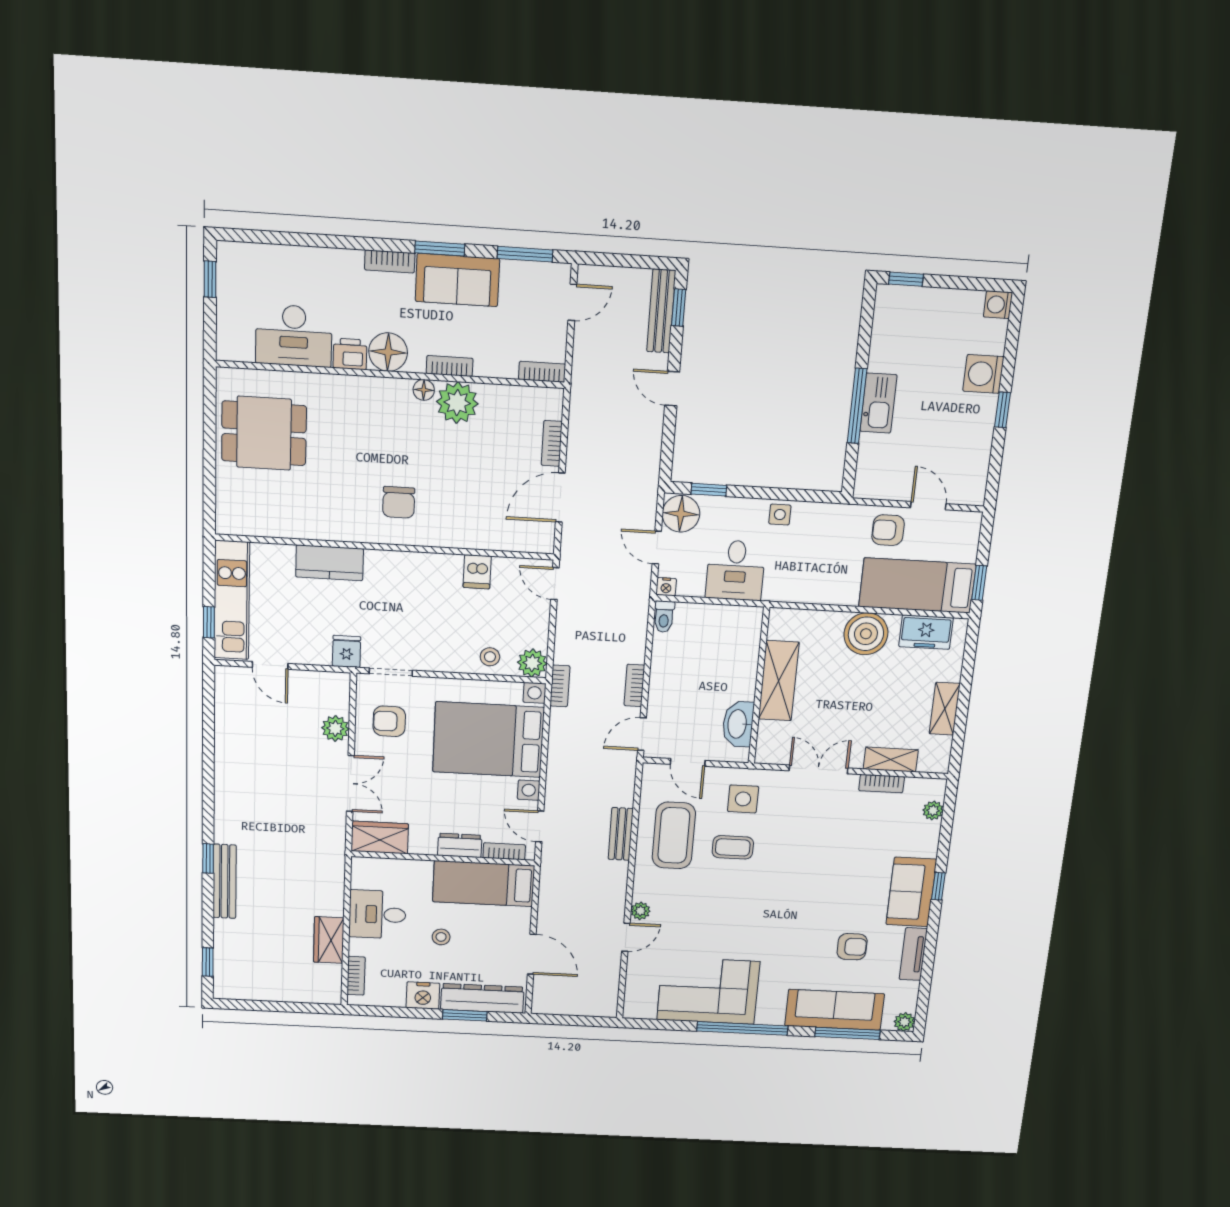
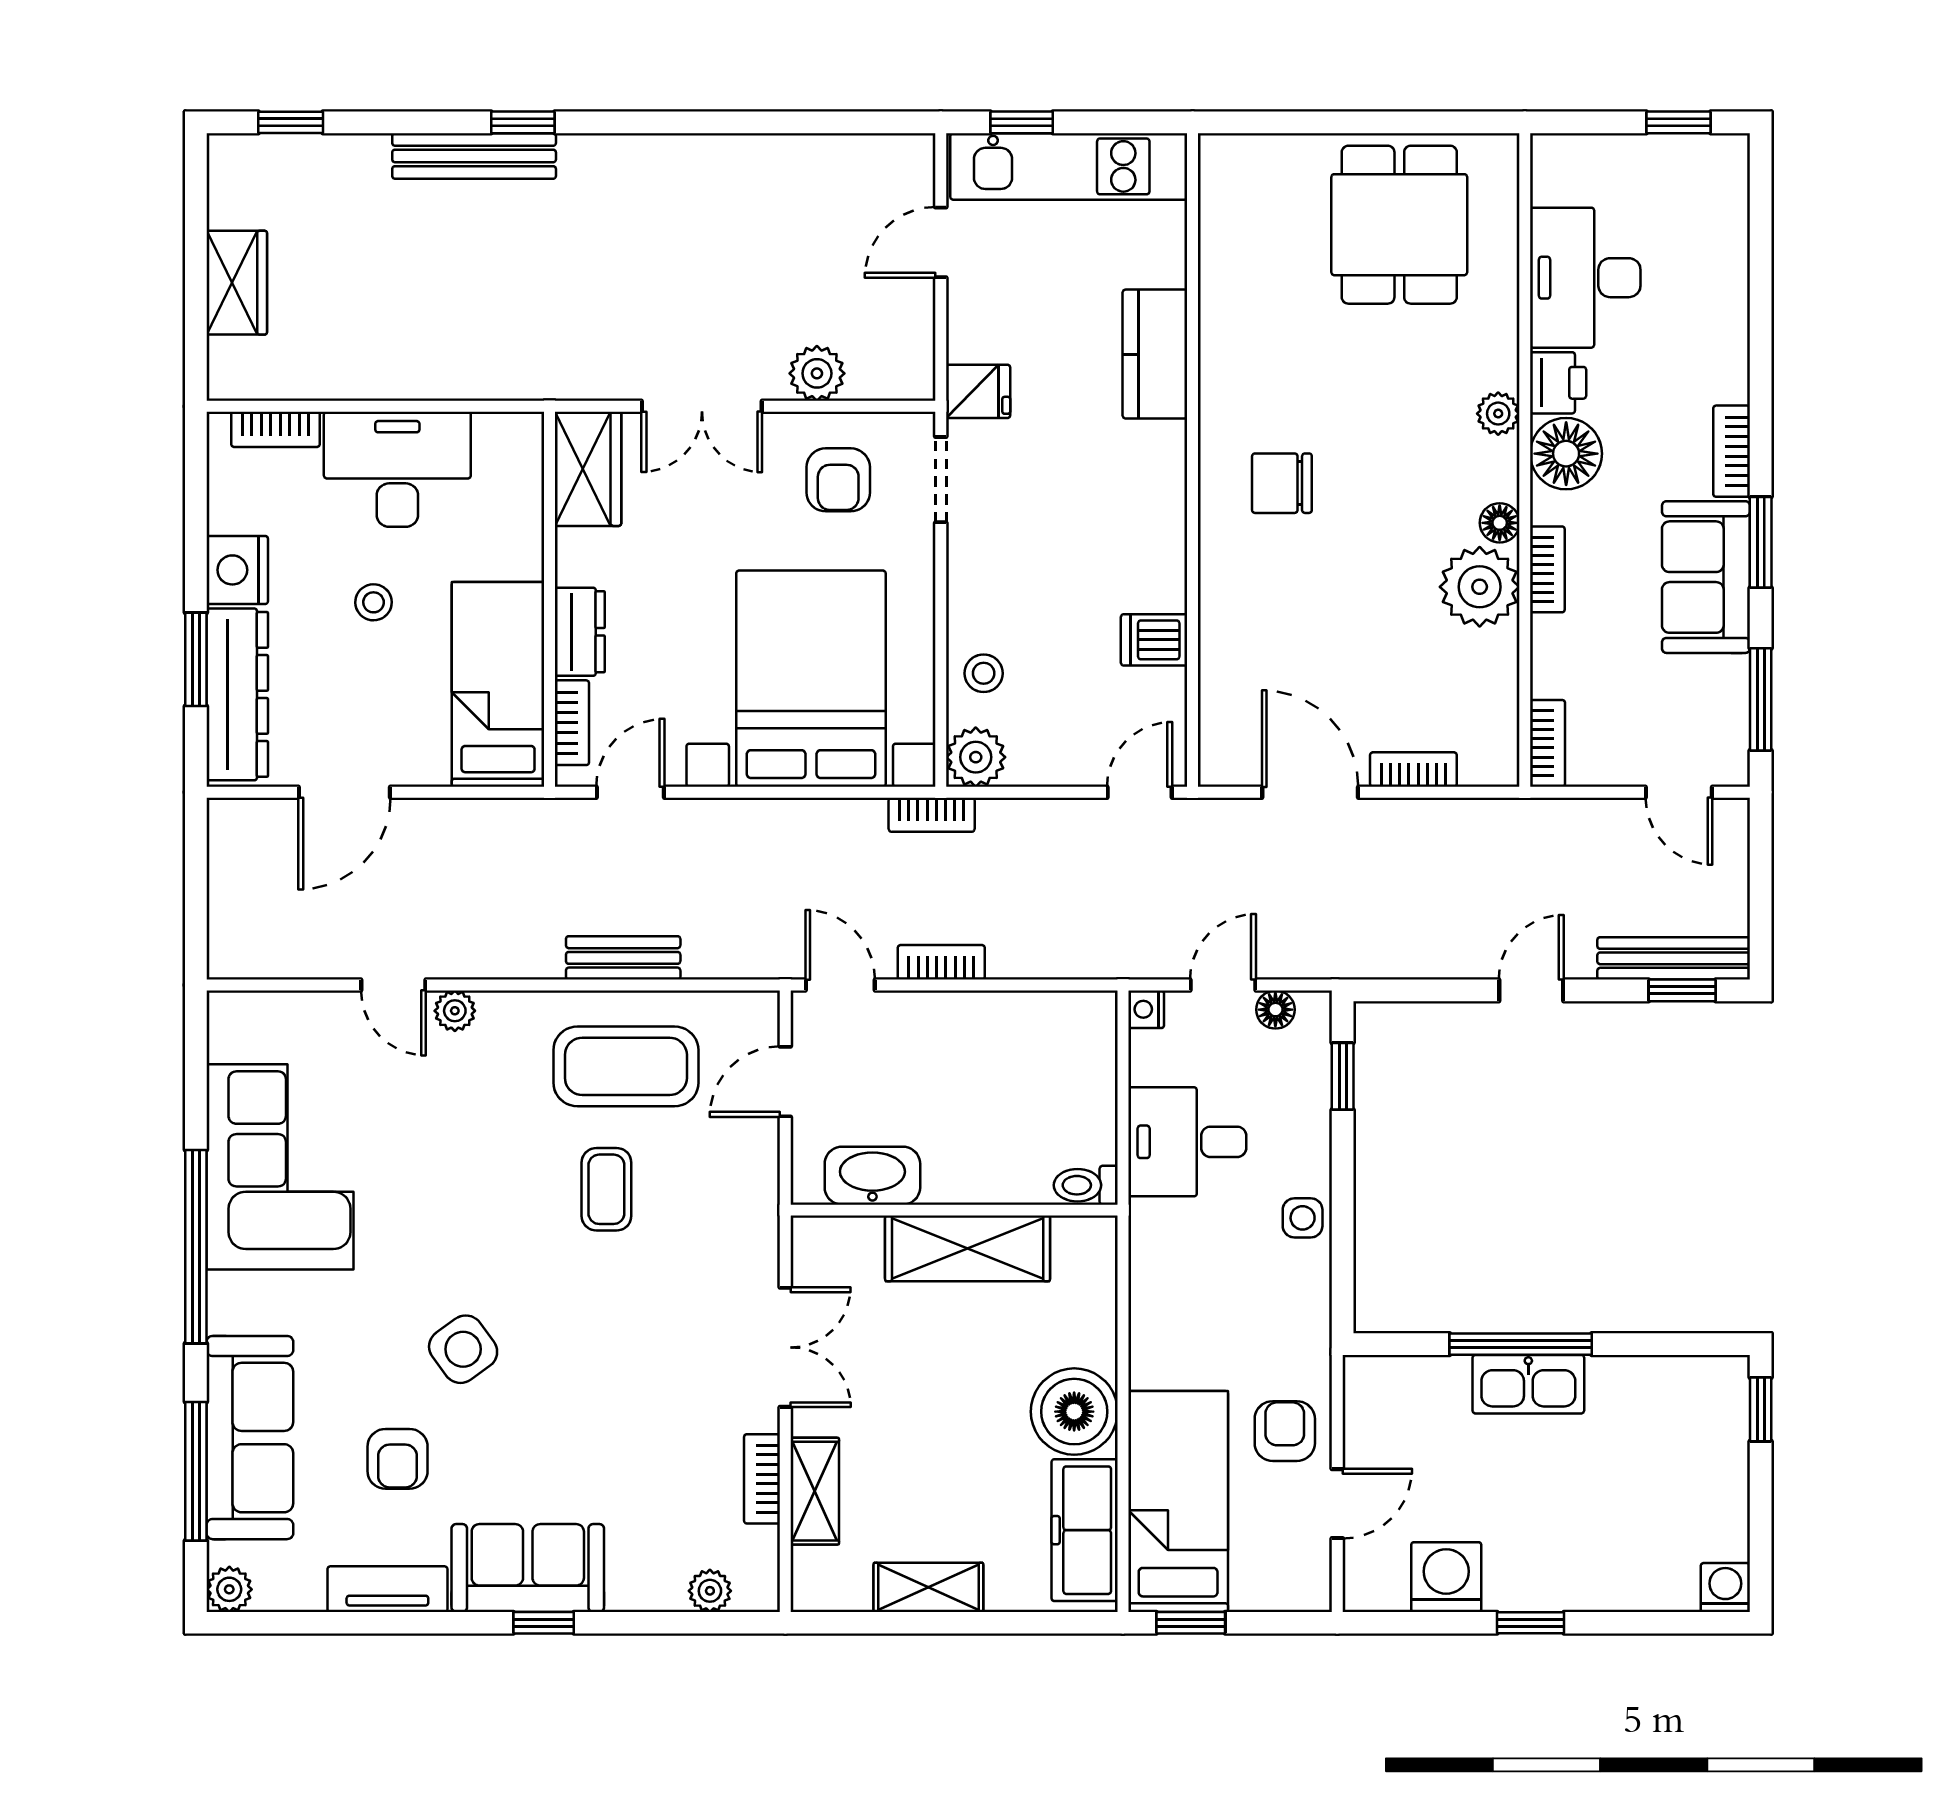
washing machine: (983, 374) -> (1446, 1577), moved
plant: (366, 387) -> (1498, 414), added
floor lamp: (681, 514) -> (1275, 1010), width x0.53, depth x0.53
toilet: (664, 617) -> (1086, 1185), moved
freezer: (926, 632) -> (1085, 1530), width x1.40
armchair: (389, 721) -> (838, 480), turned 180
side table: (743, 799) -> (463, 1349), moved, turned -36
desk: (377, 914) -> (397, 469), width x1.37
wardrobe: (329, 940) -> (237, 283), moved, turned 90

